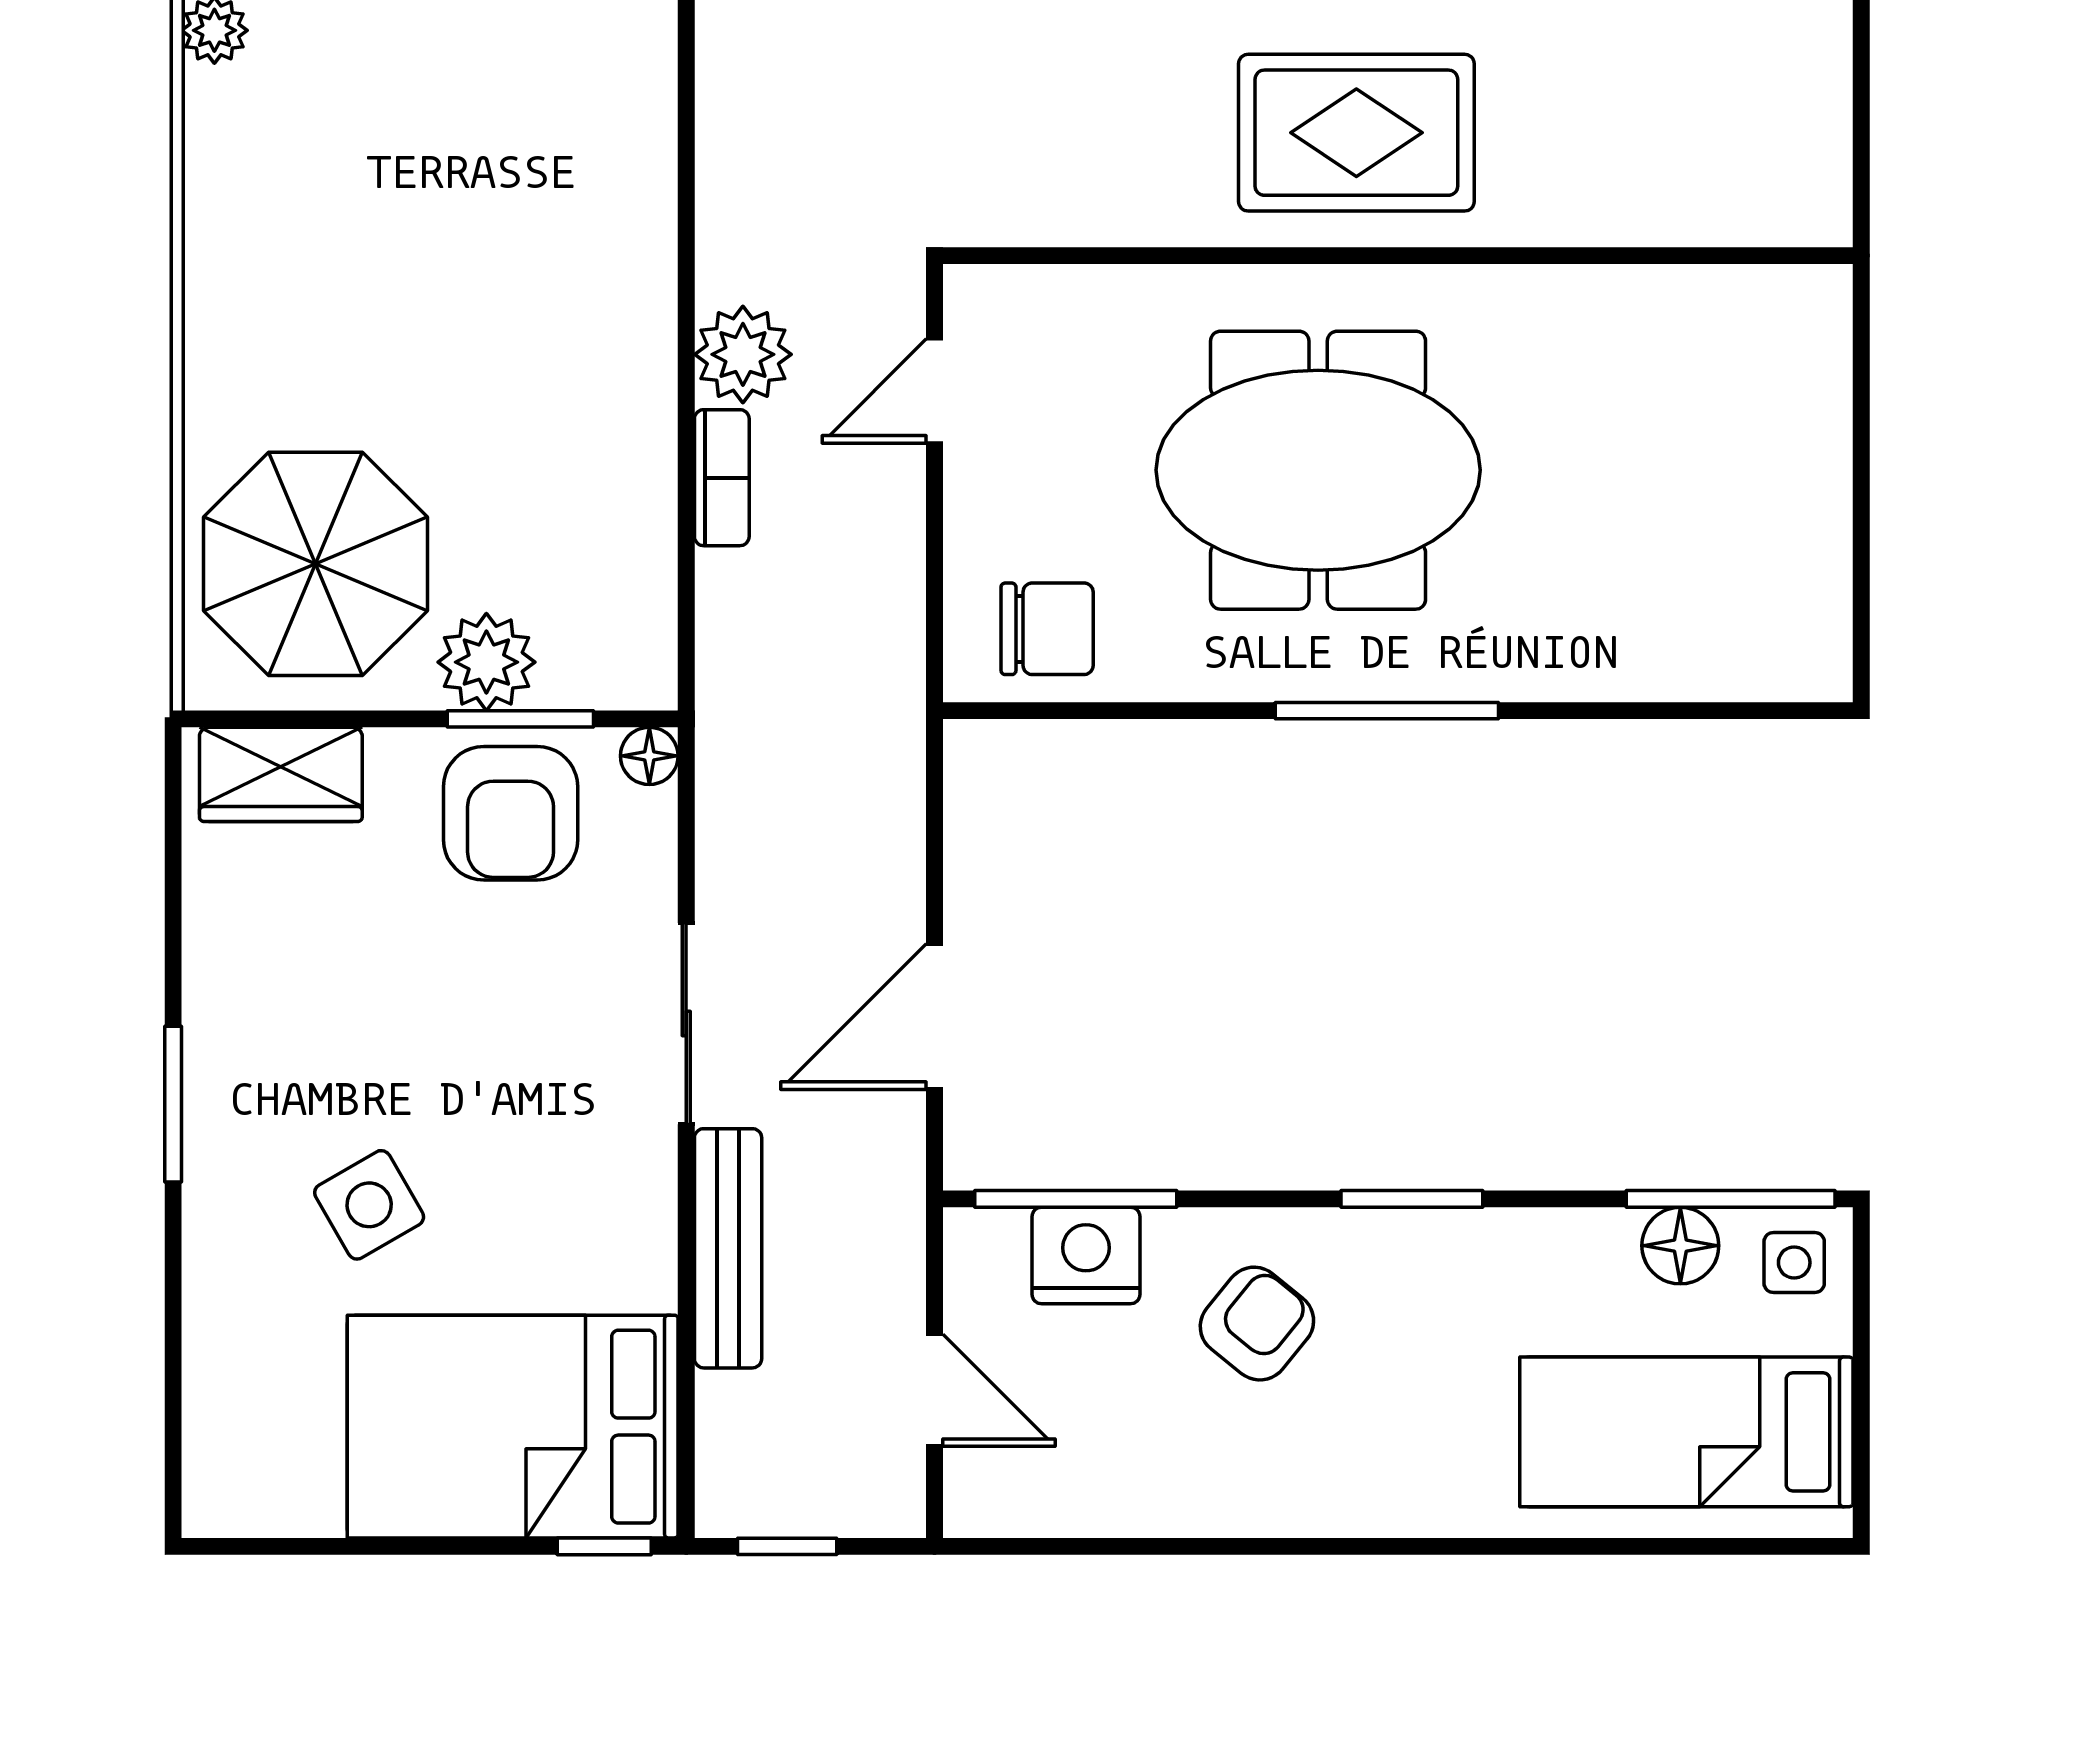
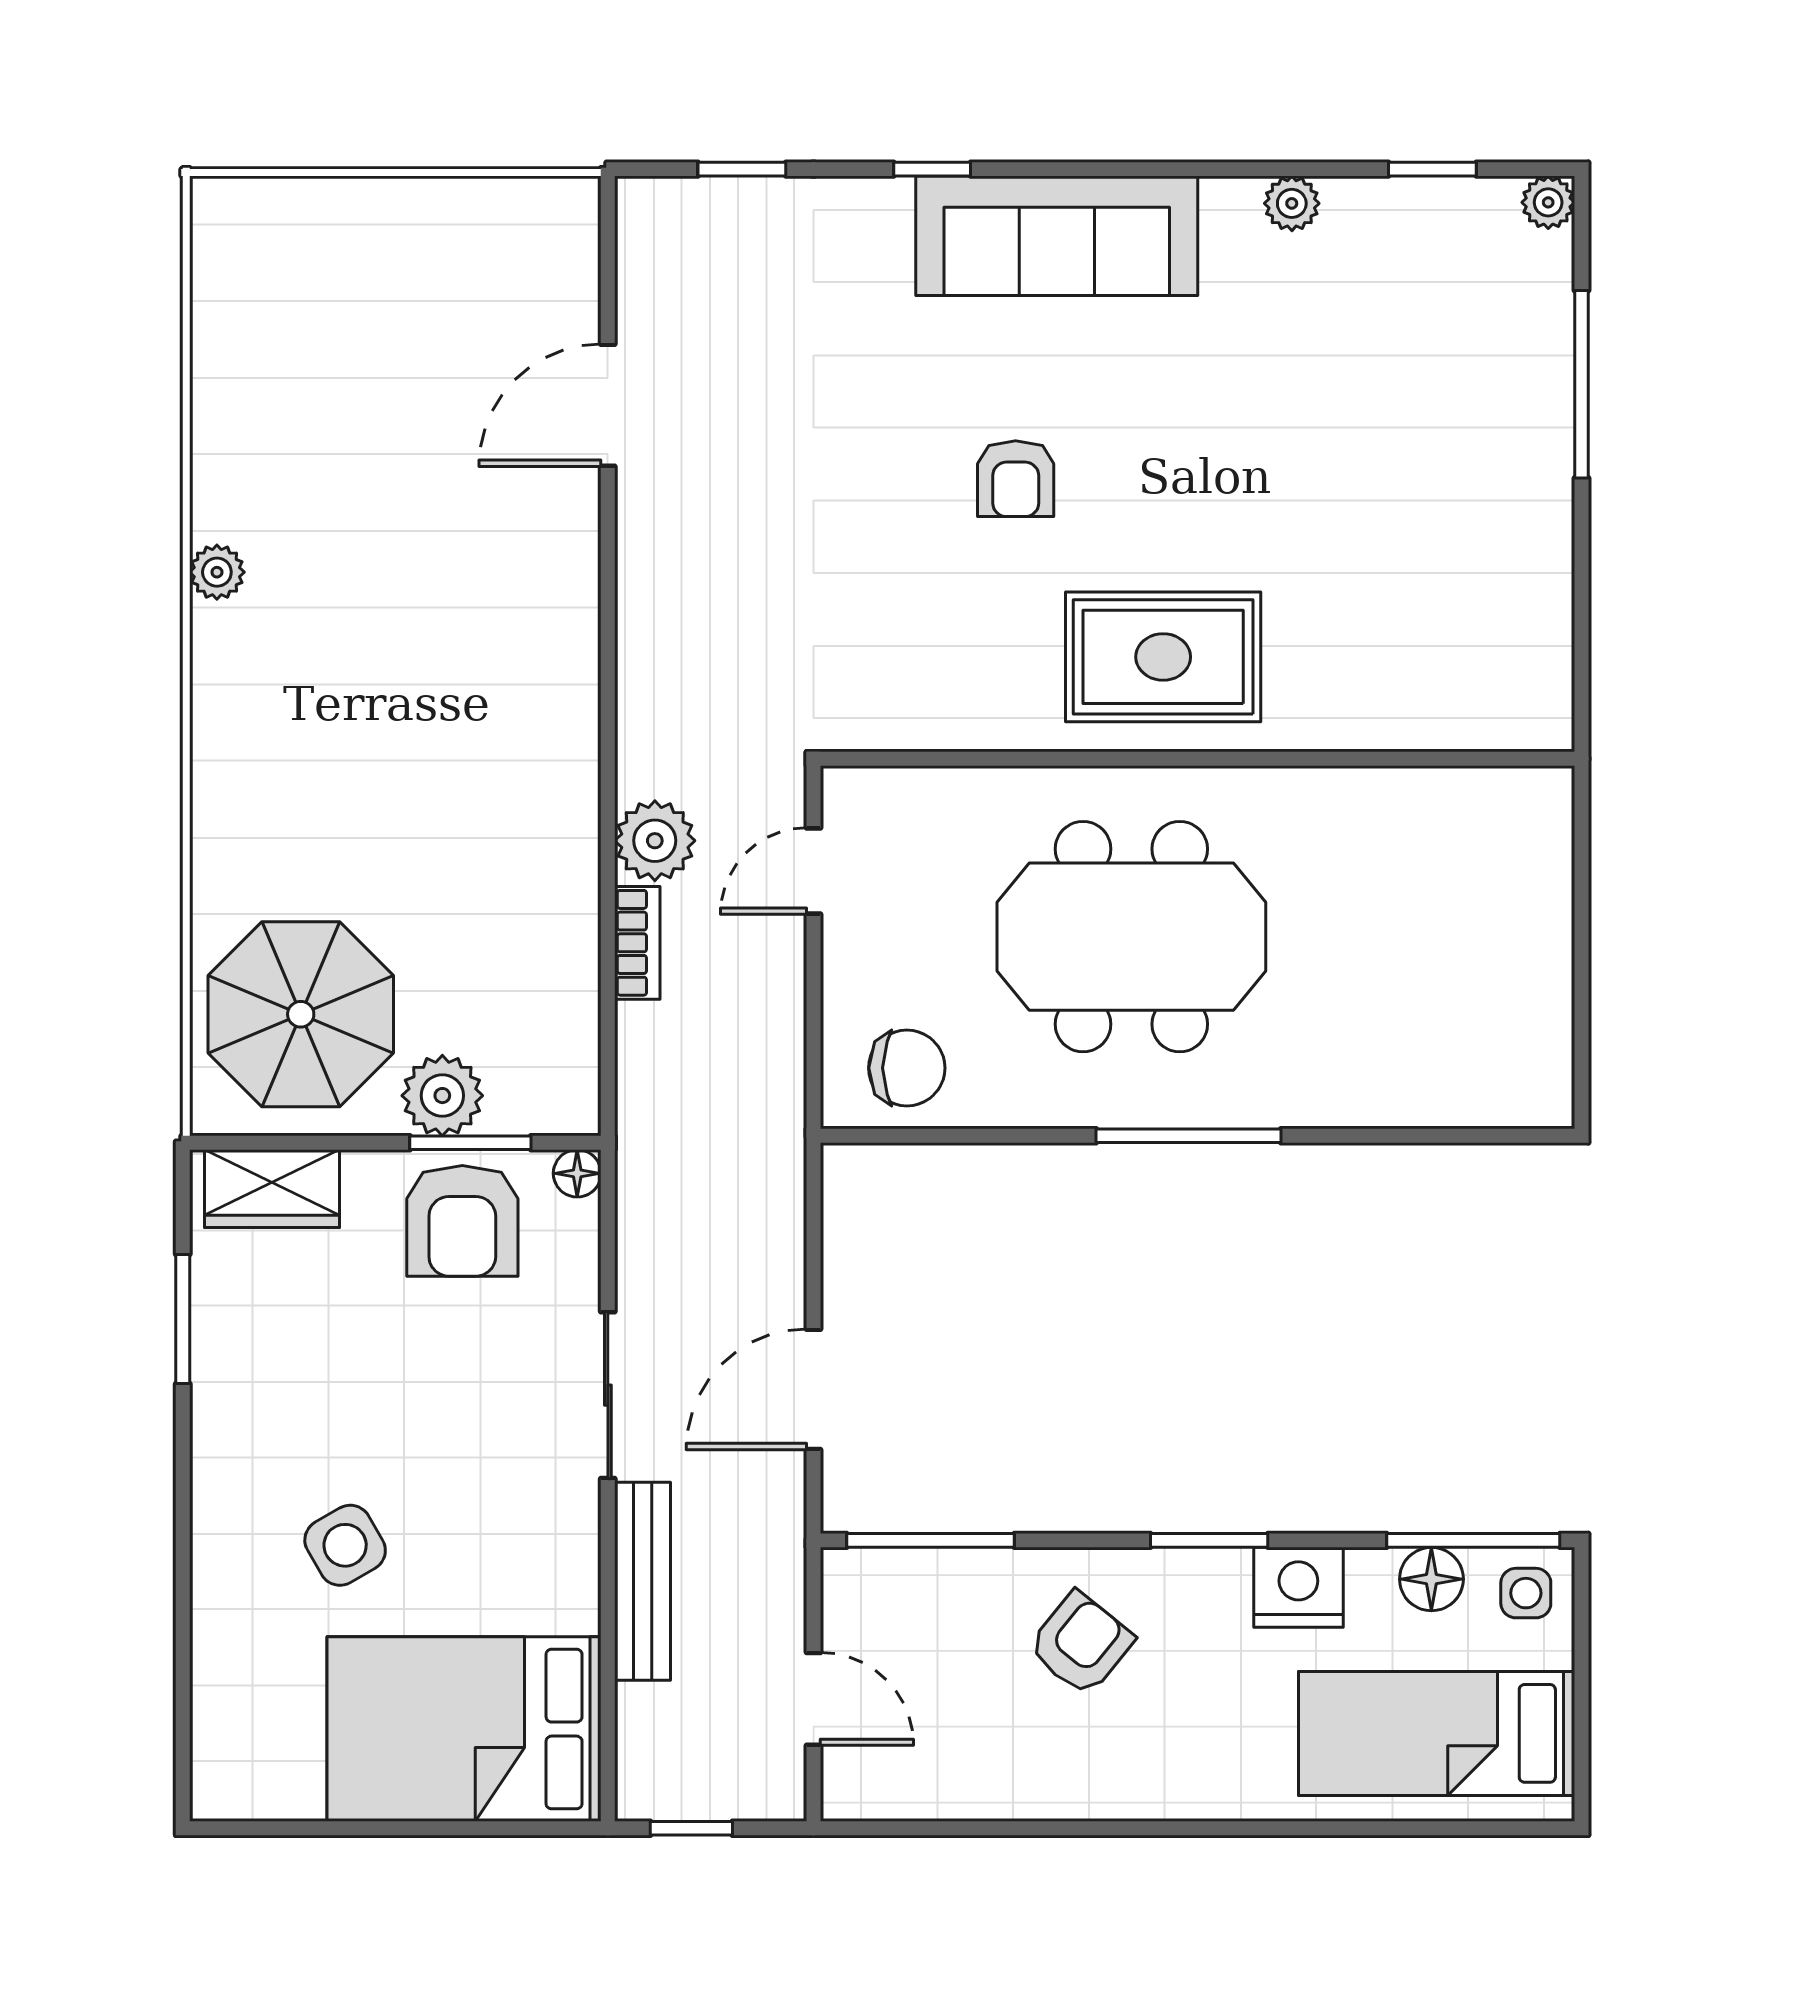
window: (173, 1104) -> (183, 1319), moved
nightstand: (1086, 1255) -> (1298, 1587), moved
window: (604, 1546) -> (540, 1828), removed

